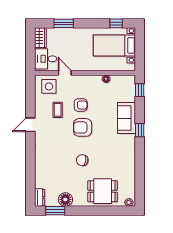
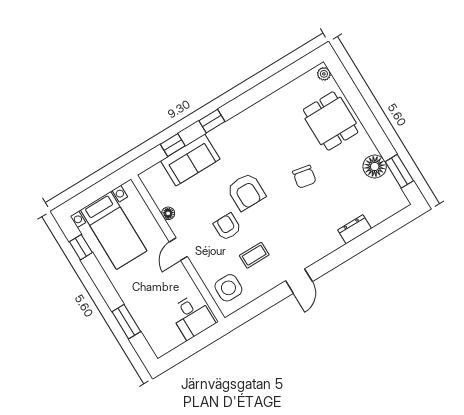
wardrobe: (40, 38) -> (167, 342), removed
door: (65, 73) -> (178, 249), moved
window: (140, 90) -> (173, 145), moved
sofa: (127, 118) -> (190, 160), moved
door: (30, 125) -> (299, 281), hinge flipped
armchair: (83, 127) -> (246, 192), moved
dresser: (40, 198) -> (354, 229), moved

